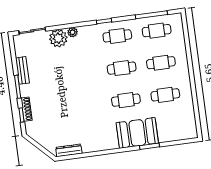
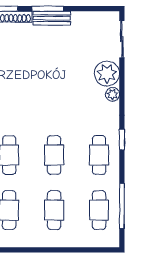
bench: (22, 70) -> (52, 18), moved

